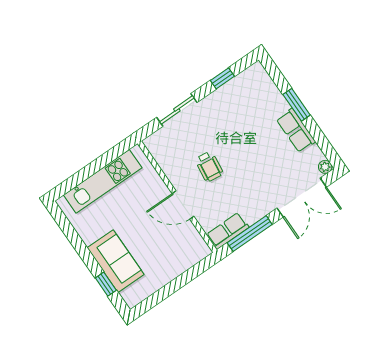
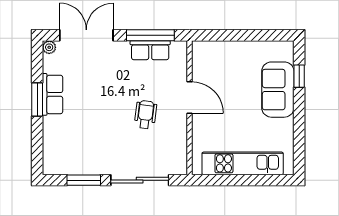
window: (222, 78) -> (84, 180), width x1.50
window: (297, 105) -> (37, 100), moved
sliding door: (177, 110) -> (140, 180), width x1.37
row of seats: (228, 231) -> (150, 50), moved

